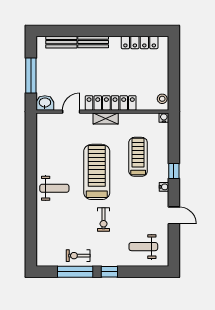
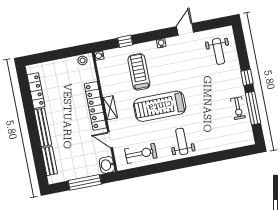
bench: (93, 42) -> (43, 127), width x1.36
treadmill: (138, 157) -> (139, 72), turned 90
window: (174, 171) -> (125, 41), moved
exercise bike: (104, 220) -> (141, 153), moved, width x1.38, depth x1.39

